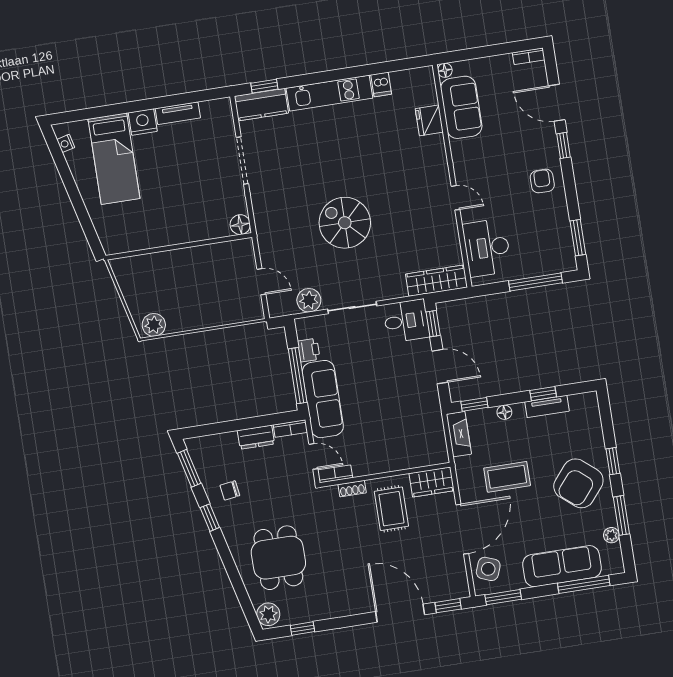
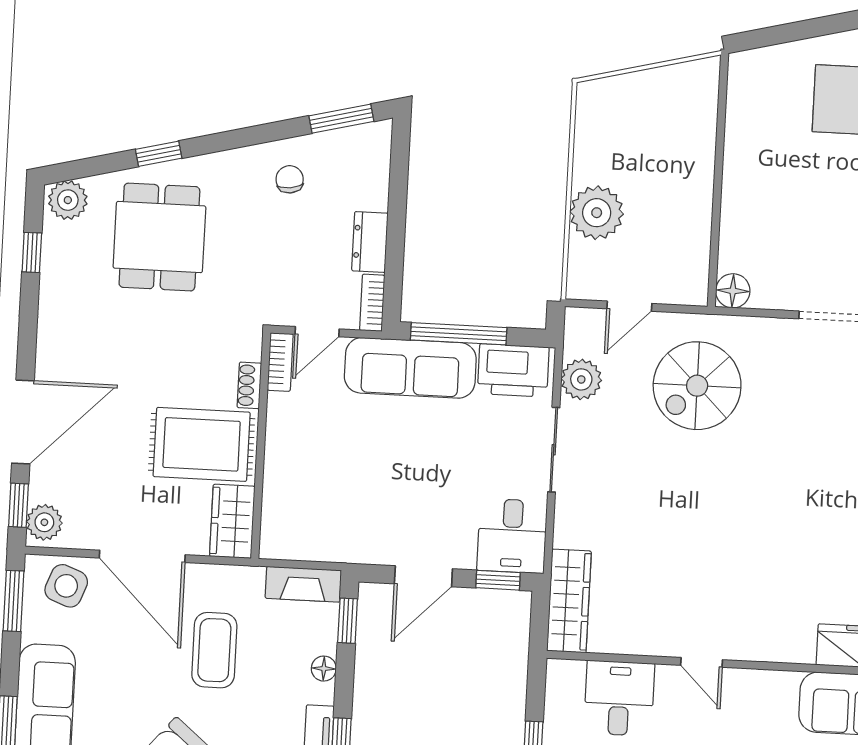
door: (456, 198) -> (702, 662), hinge flipped
spiral stairs: (345, 223) -> (697, 386), moved, turned 180
desk: (487, 248) -> (619, 698), width x0.73
plant: (154, 325) -> (597, 213), moved, width x1.36, depth x1.36
printer: (309, 350) -> (513, 370), width x1.87, depth x1.48
rug: (391, 509) -> (202, 444), width x1.36, depth x1.43
window: (210, 518) -> (159, 154), moved
dining table: (278, 558) -> (159, 237), turned 90
plant: (455, 589) -> (44, 522), added

